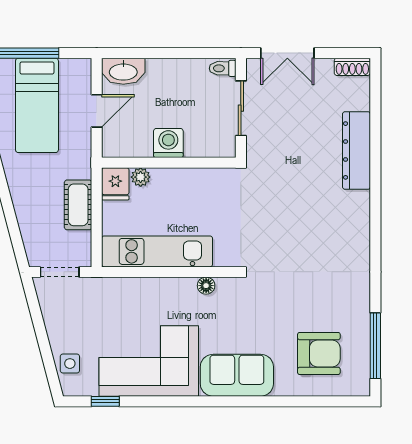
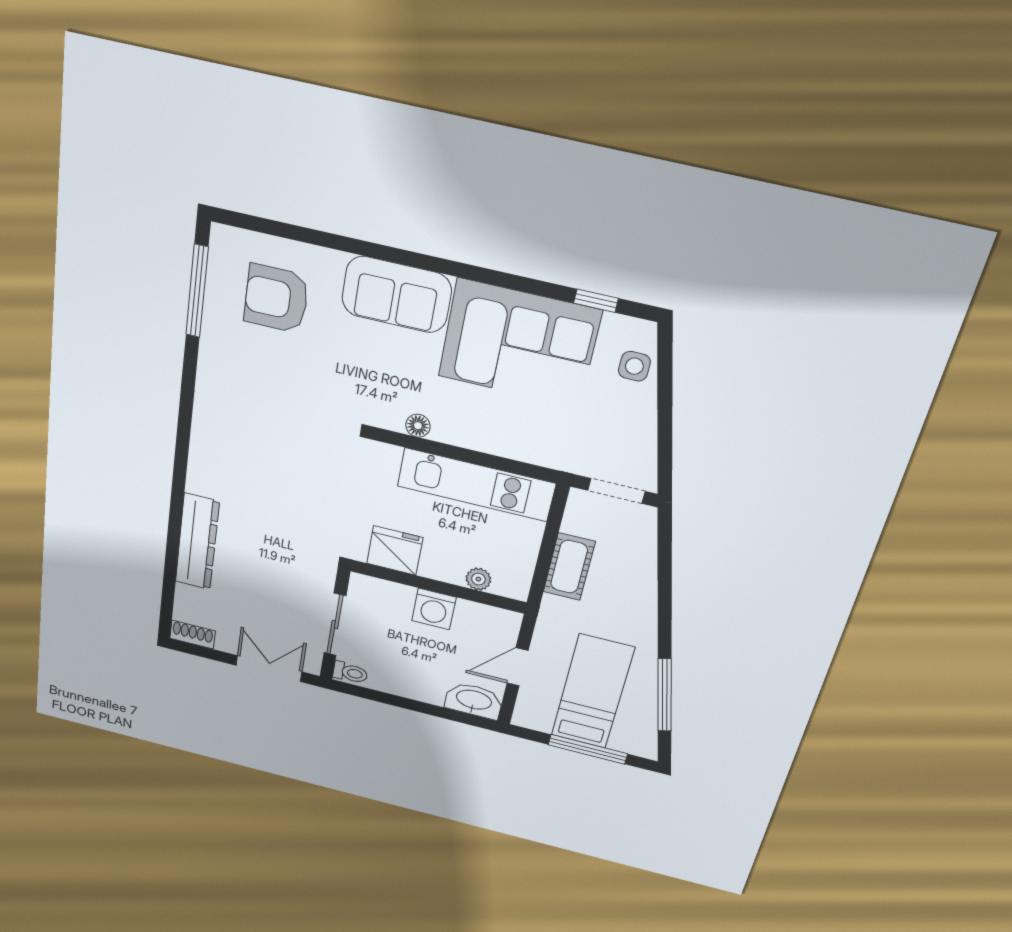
fridge: (115, 184) -> (395, 550), moved, width x1.38

